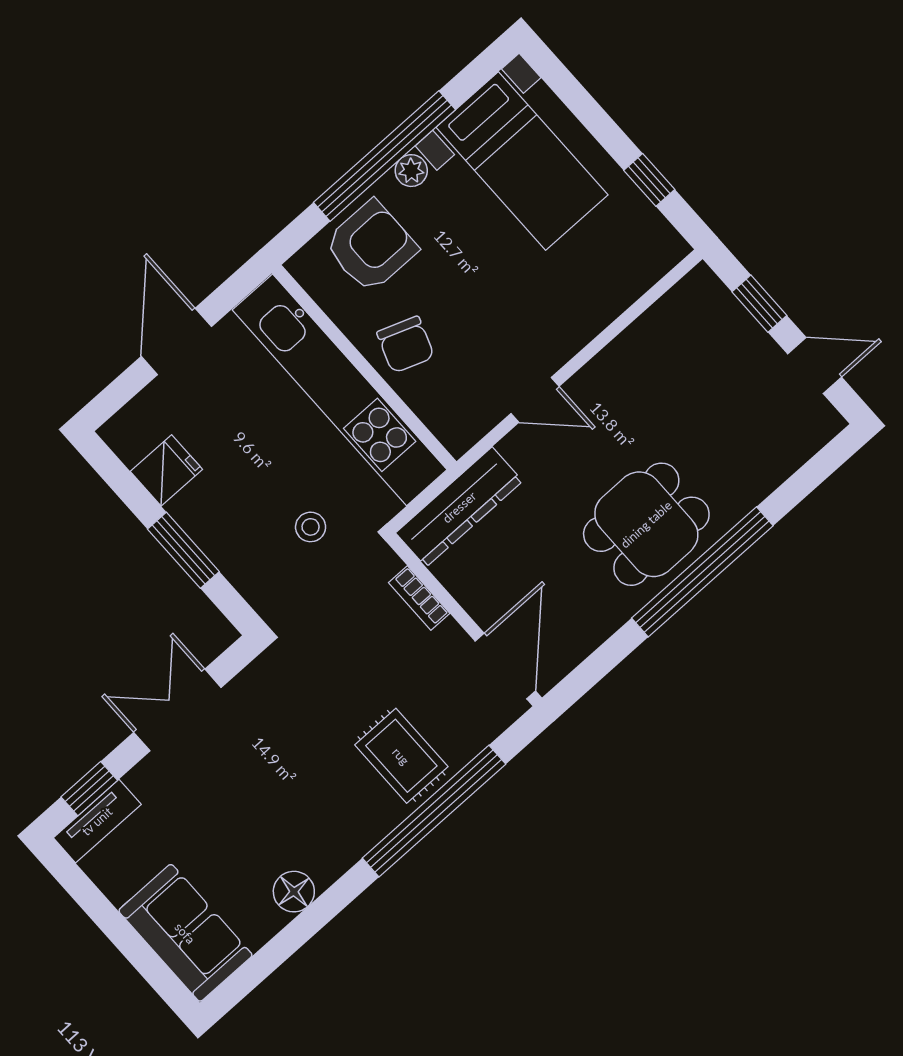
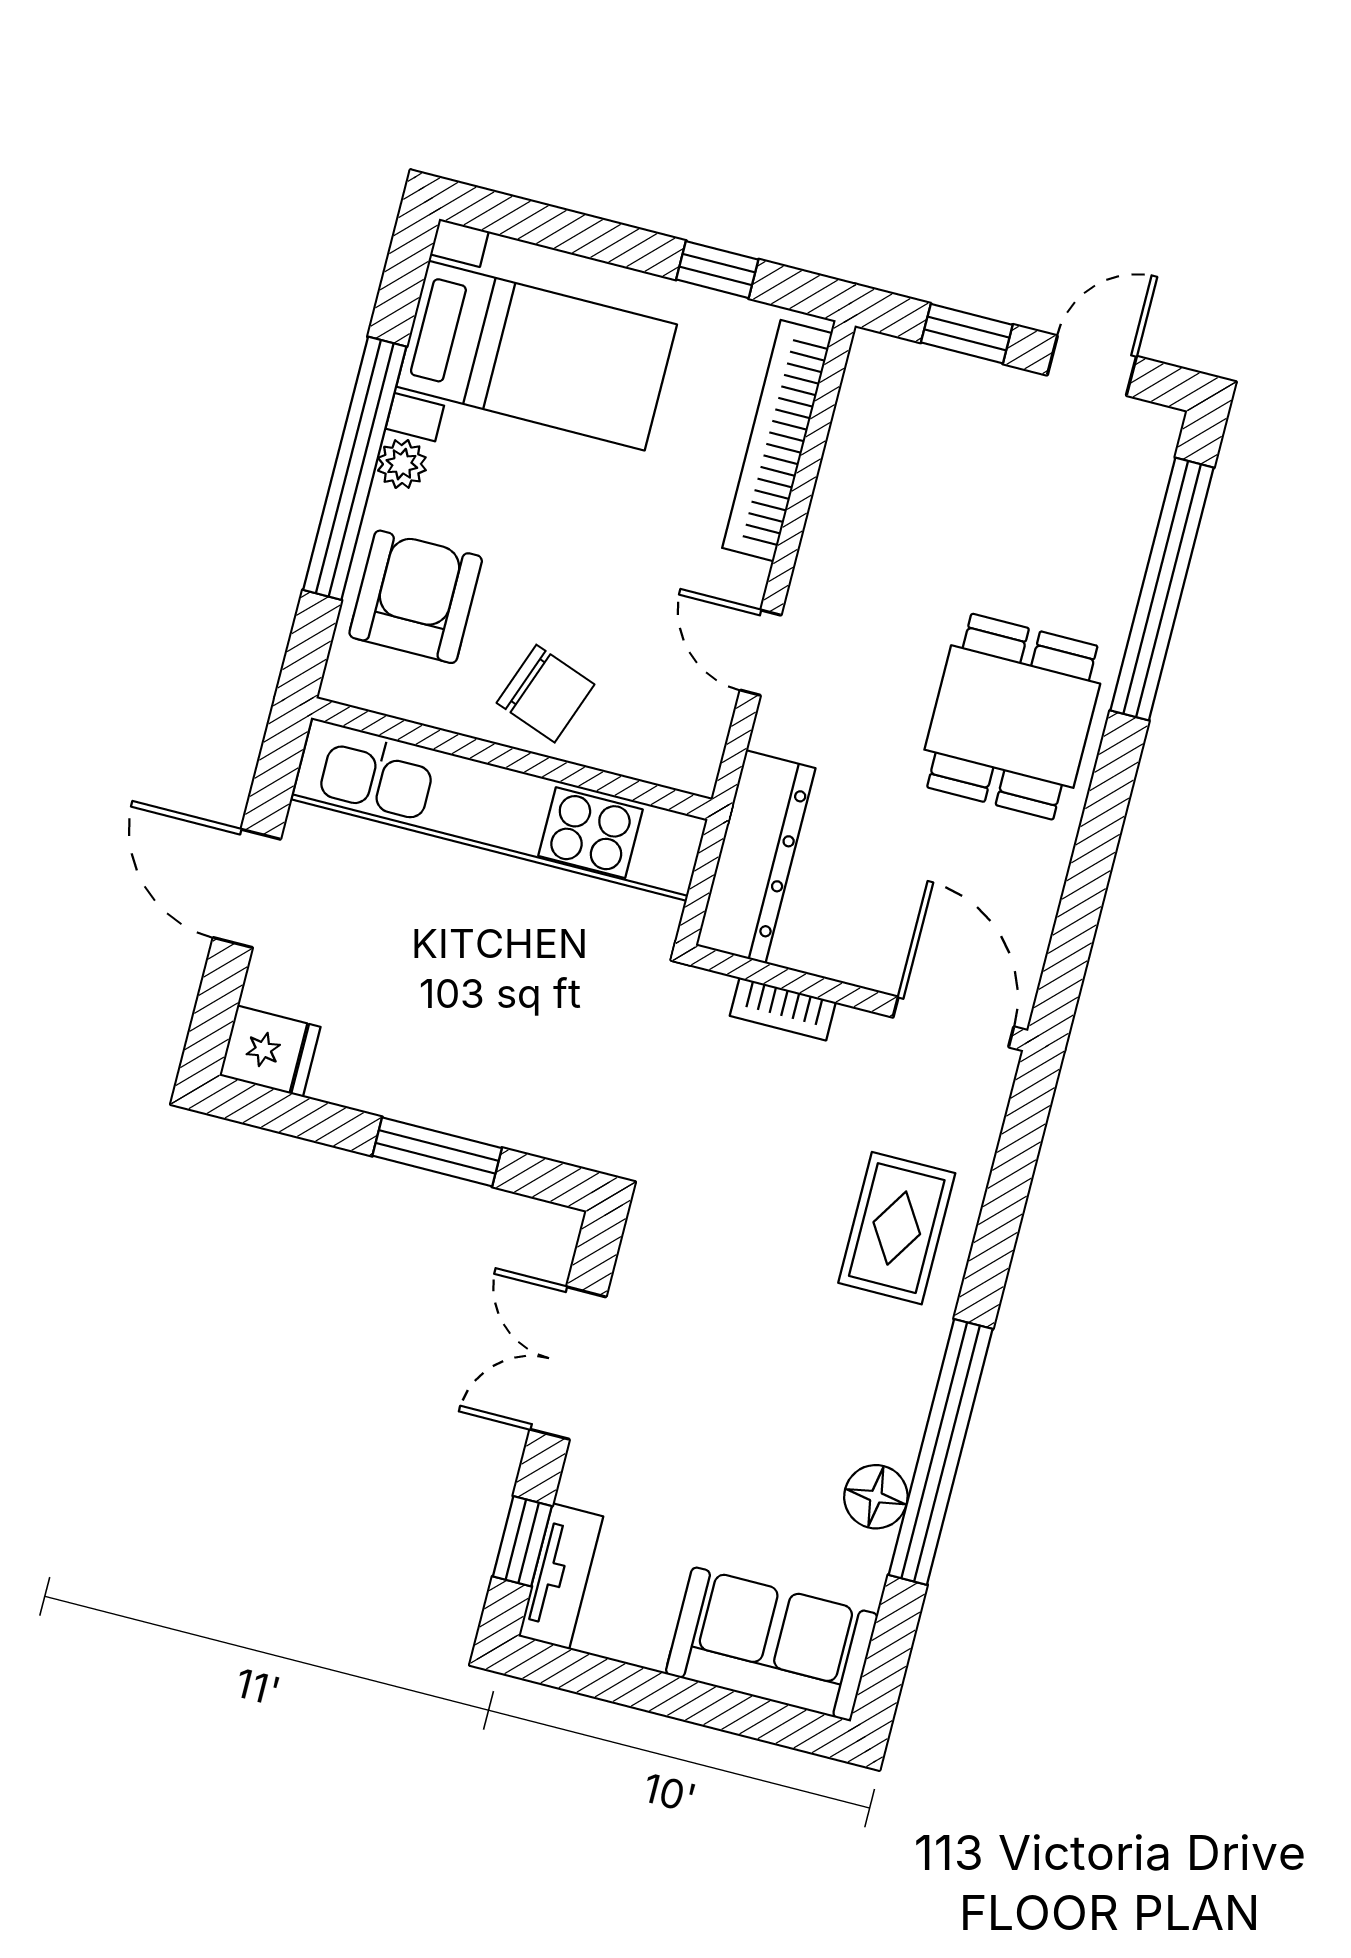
bookcase: (620, 293) -> (777, 441), added
door: (535, 400) -> (761, 653), swing flipped
fridge: (166, 470) -> (270, 1051), moved, turned 90
stool: (311, 527) -> (581, 1011), removed
window: (702, 572) -> (1162, 589), moved
rug: (401, 756) -> (897, 1228), turned 90
window: (434, 811) -> (941, 1452), moved

